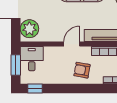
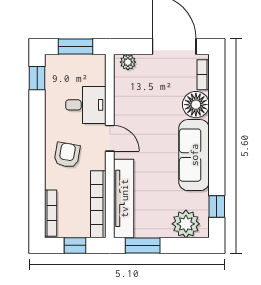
plant: (29, 29) -> (128, 62), width x0.53, depth x0.53
desk: (32, 59) -> (86, 105), moved

